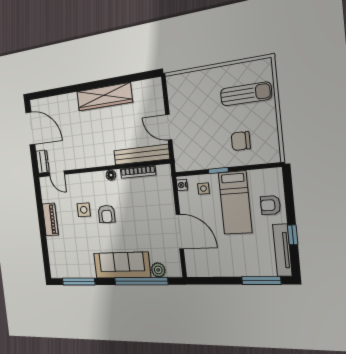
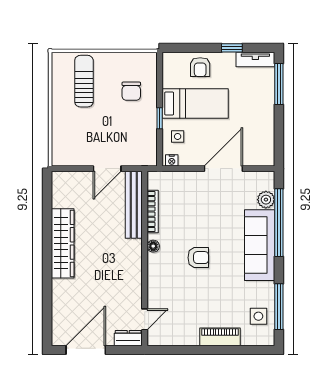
side table: (84, 210) -> (258, 316), moved
piano: (50, 219) -> (220, 337), moved
tv unit: (282, 250) -> (255, 59), width x0.71

